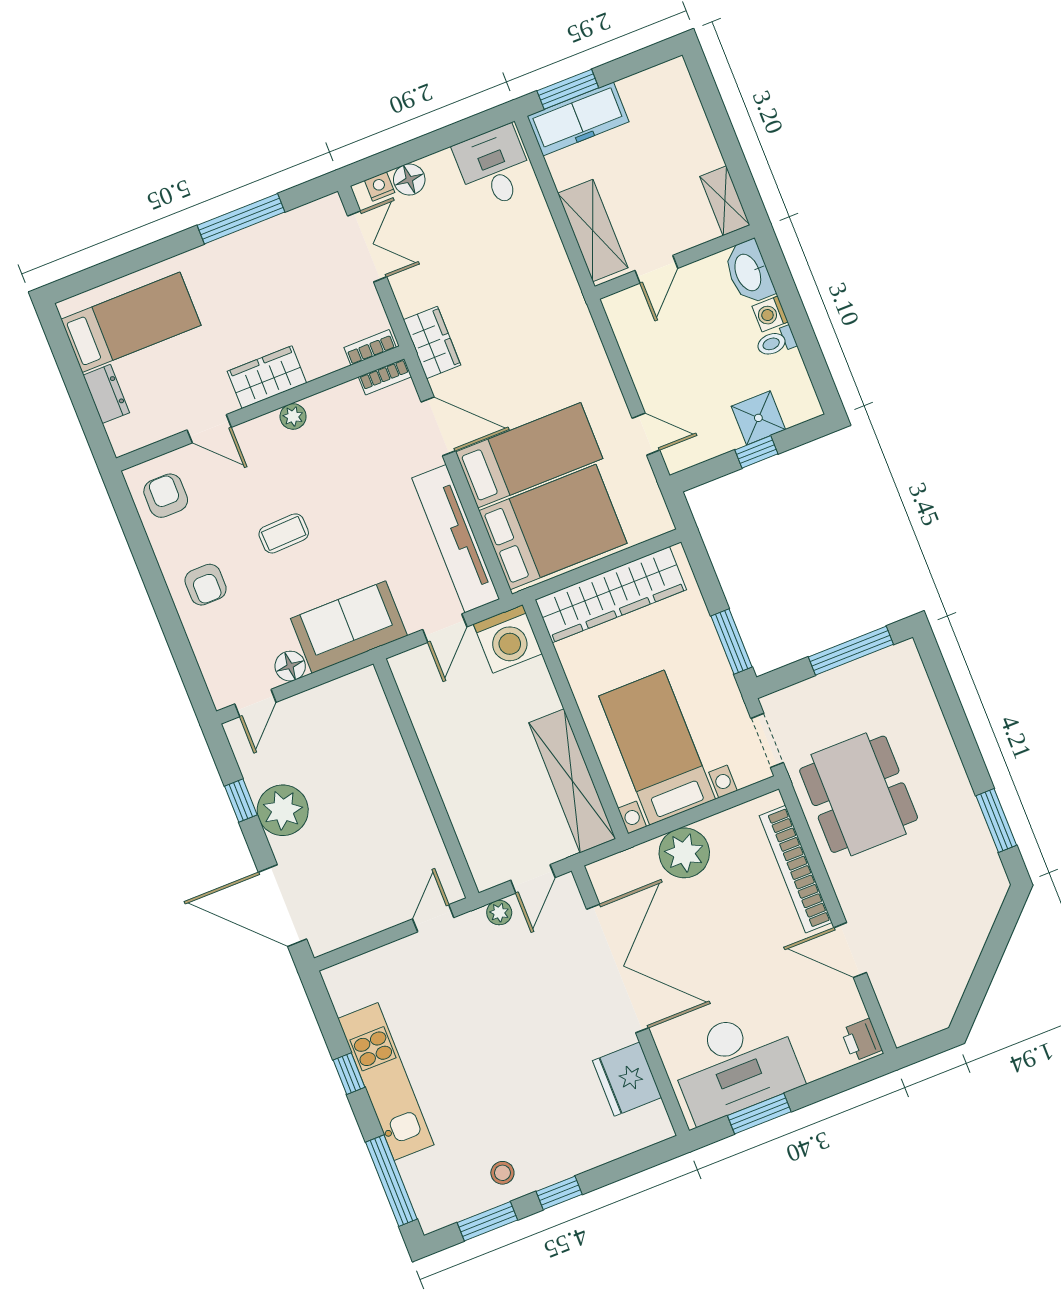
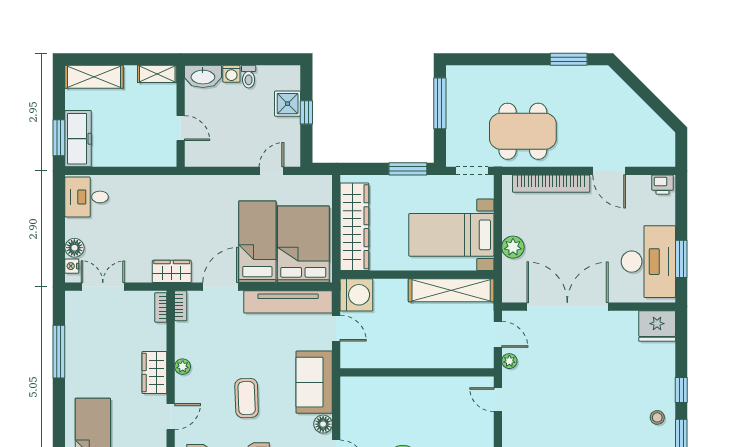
shelving: (593, 230) -> (94, 77), moved
coffee table: (284, 533) -> (247, 398), width x1.36, depth x1.30
plant: (684, 853) -> (513, 247), width x0.73, depth x0.73
door: (850, 950) -> (609, 171), hinge flipped
fridge: (627, 1079) -> (657, 326), moved

